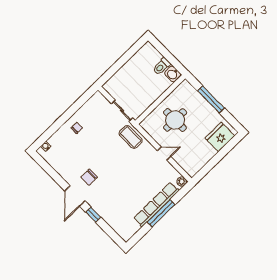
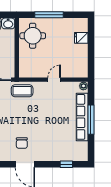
round table: (175, 120) -> (33, 36), moved
fridge: (220, 137) -> (81, 38), width x0.53, depth x0.75
window: (93, 215) -> (66, 164), moved

